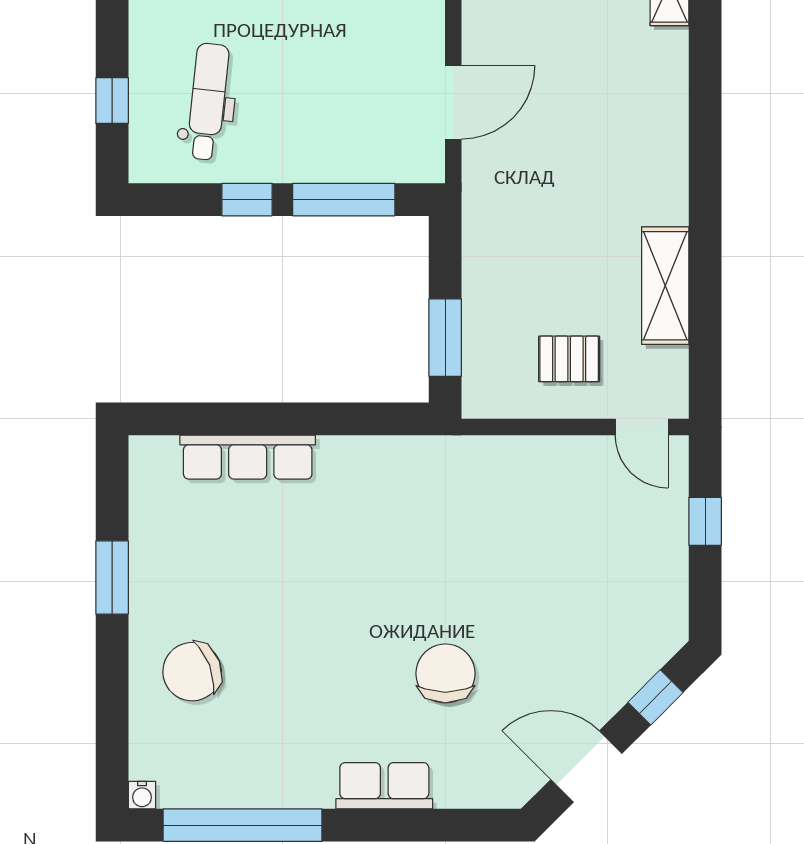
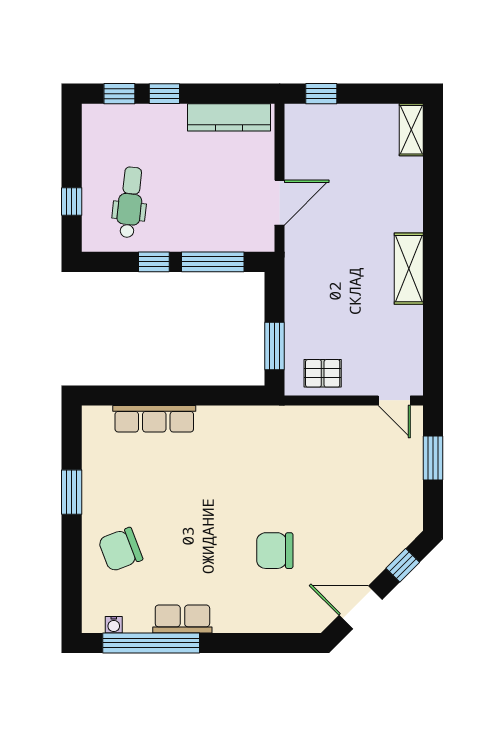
shelving: (665, 286) -> (409, 269), moved
pallet: (569, 359) -> (323, 373), moved
window: (705, 521) -> (433, 458), width x1.50
chair: (445, 673) -> (275, 551), turned -90
row of seats: (384, 786) -> (182, 619), moved
water cooler: (142, 795) -> (114, 625), moved

